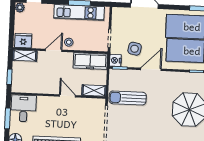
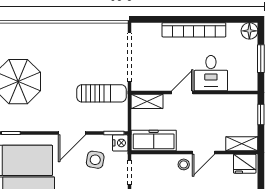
door: (67, 96) -> (182, 92), swing flipped
desk: (23, 108) -> (211, 73), moved

